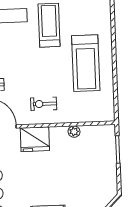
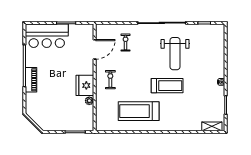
fridge: (35, 139) -> (85, 85), moved

